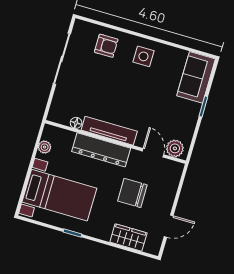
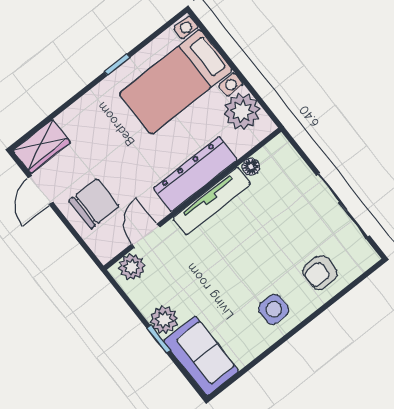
plant: (191, 111) -> (164, 320), added
plant: (45, 147) -> (242, 111), width x1.88, depth x1.88
door: (153, 153) -> (145, 236), swing flipped
chair: (132, 193) -> (94, 204), moved
wardrobe: (128, 237) -> (42, 146), moved

